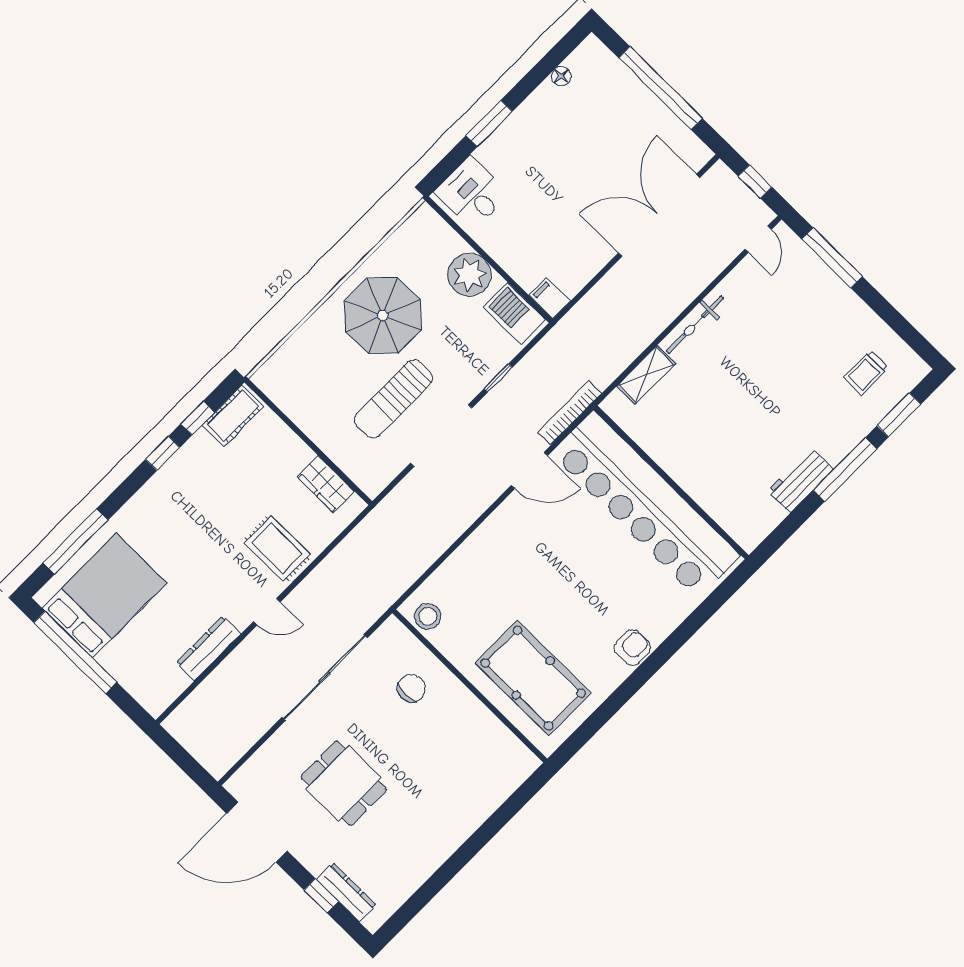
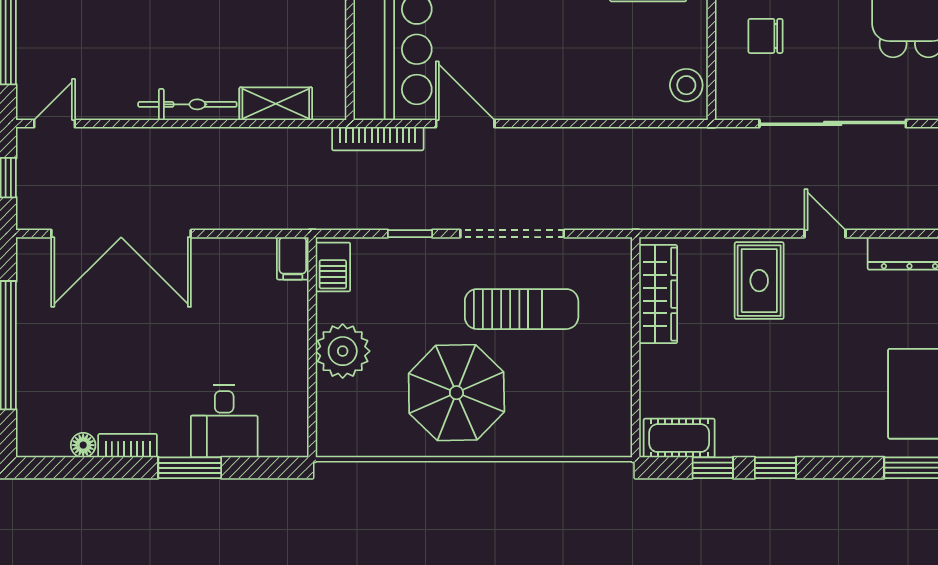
bookcase: (536, 101) -> (128, 446), added
desk: (472, 193) -> (224, 421), moved
barbecue: (515, 313) -> (333, 267), width x0.73, depth x0.79
wardrobe: (326, 484) -> (658, 294), width x1.50

